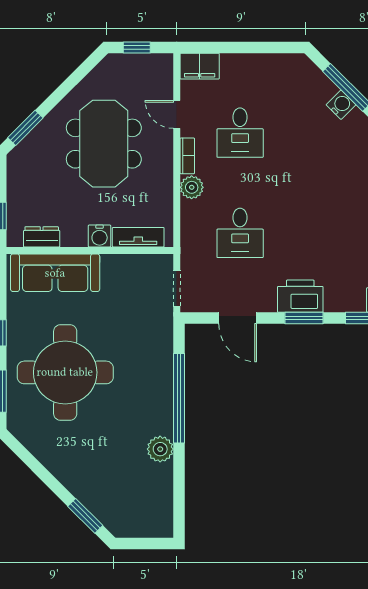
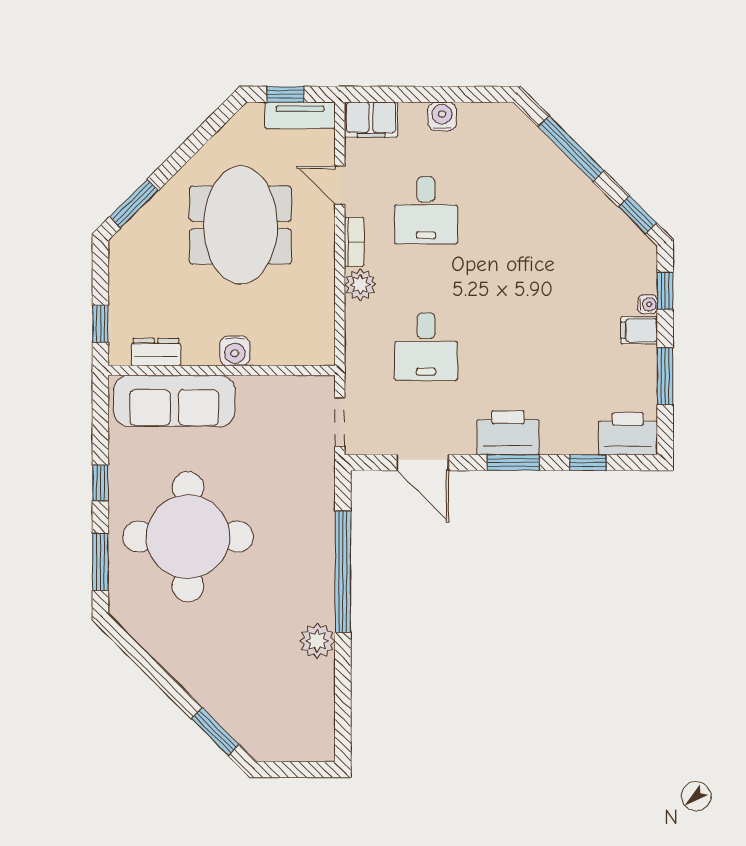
water cooler: (341, 105) -> (442, 116), moved, turned -45
tv unit: (138, 237) -> (300, 115), moved, turned 180

